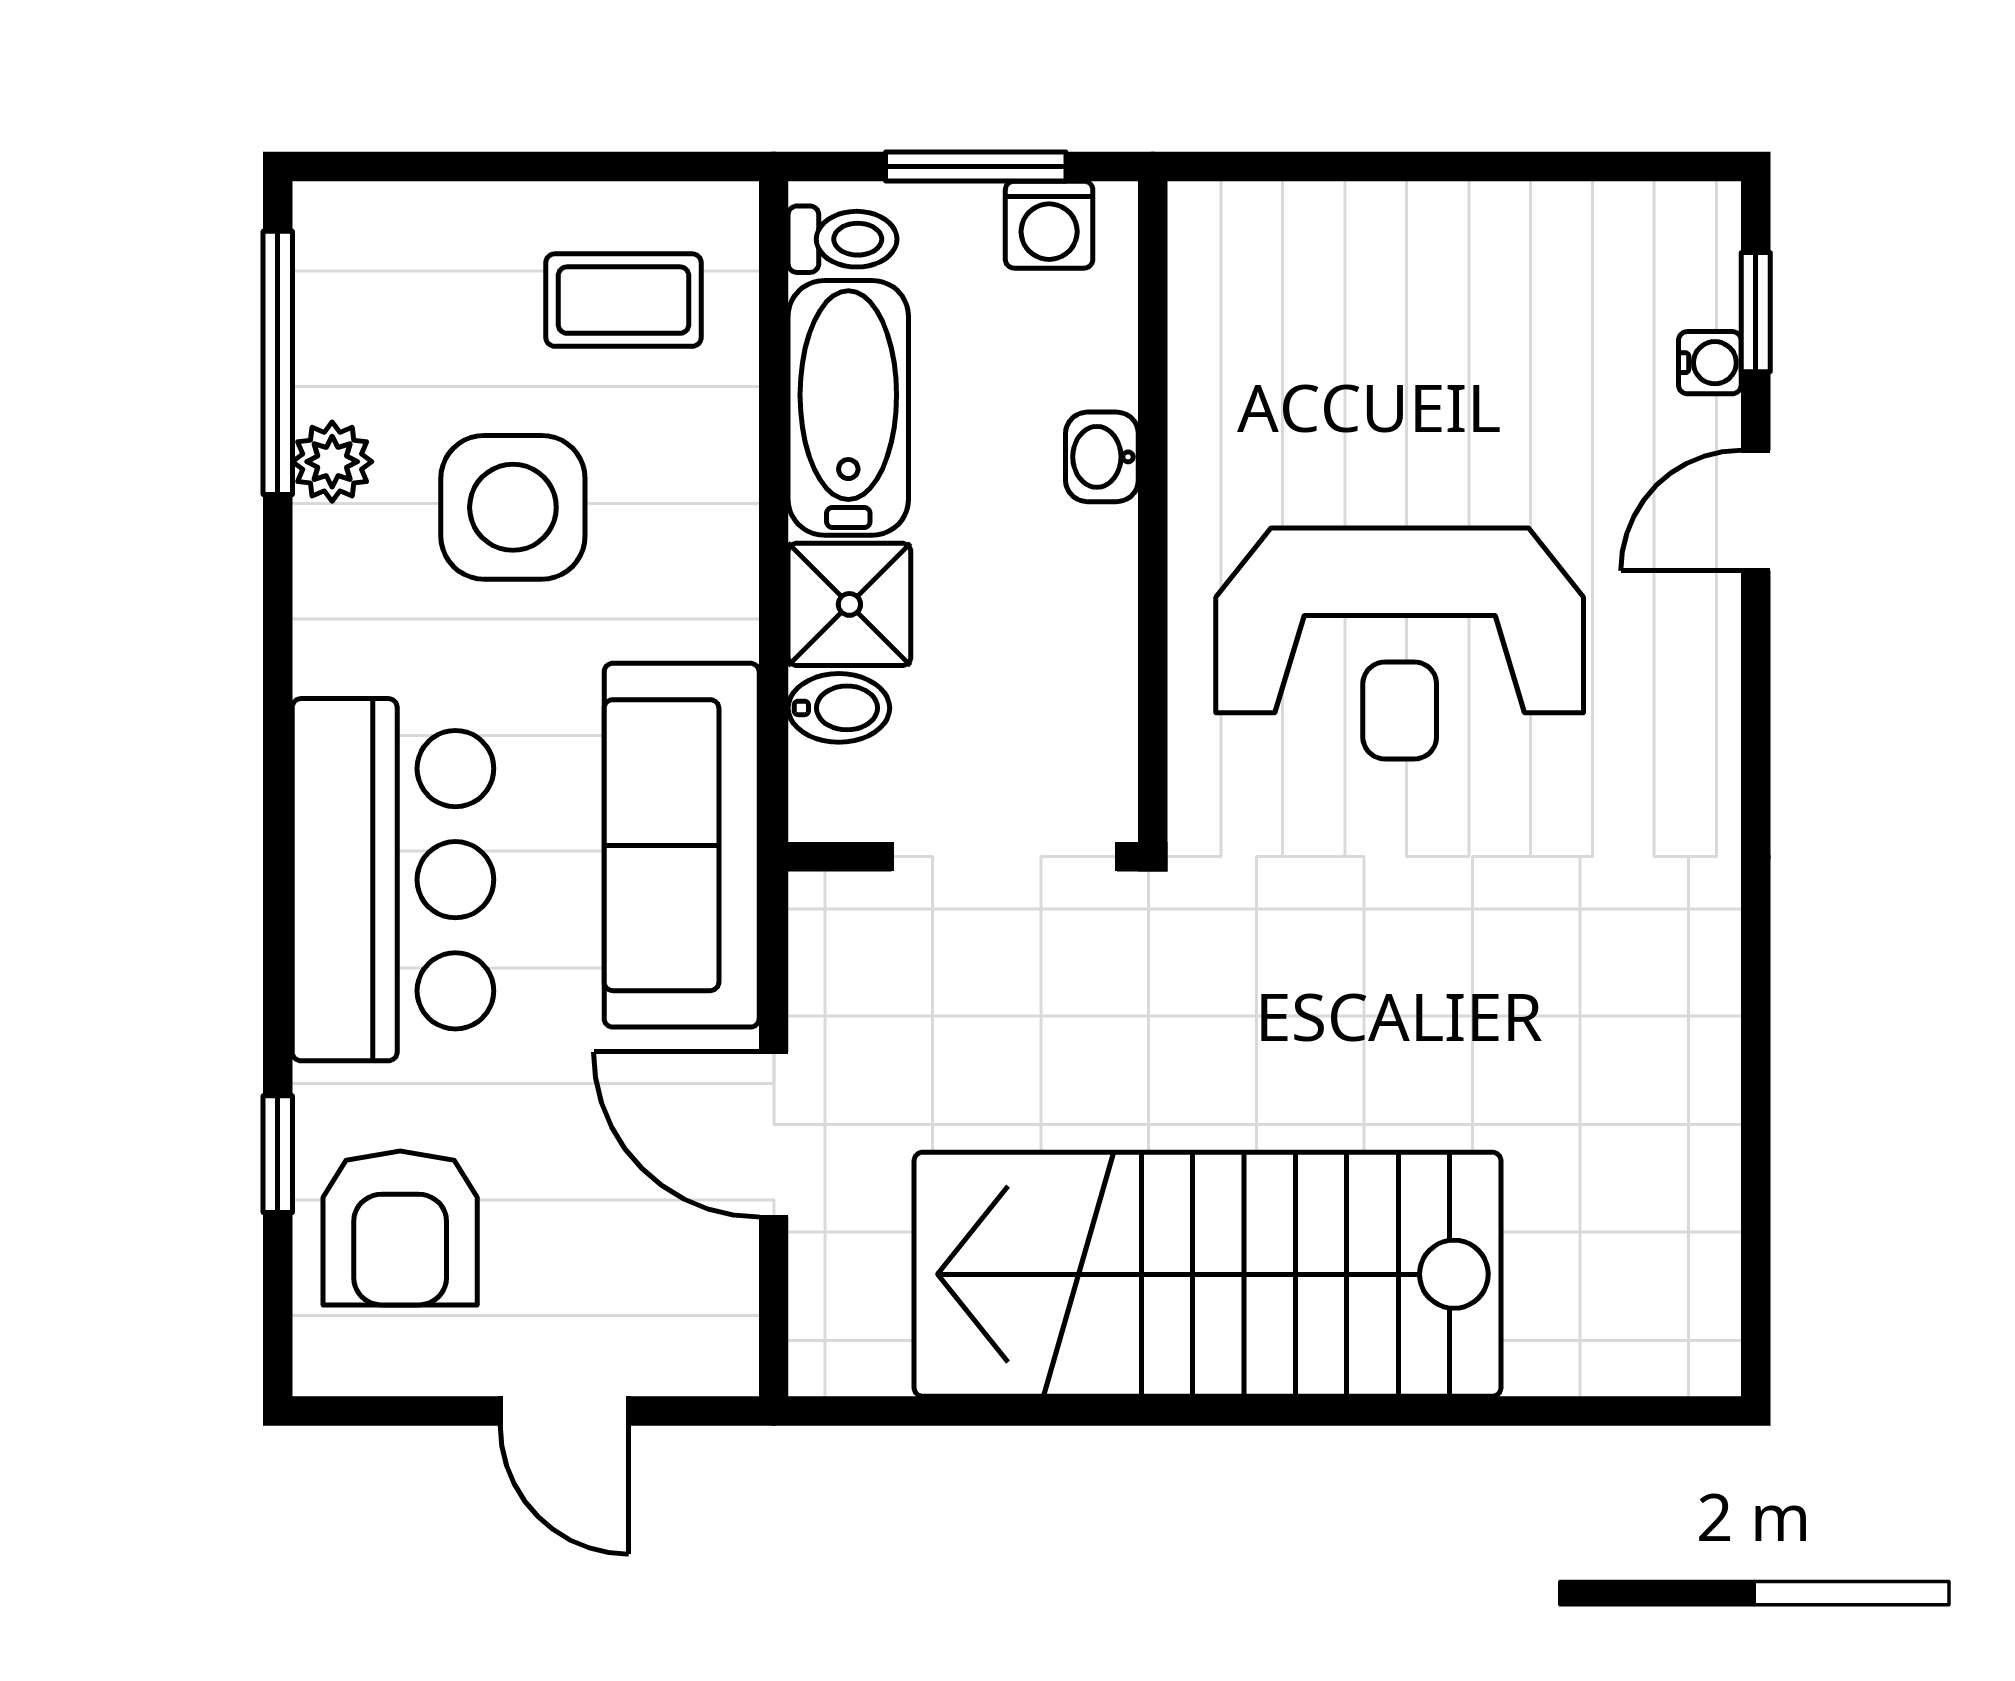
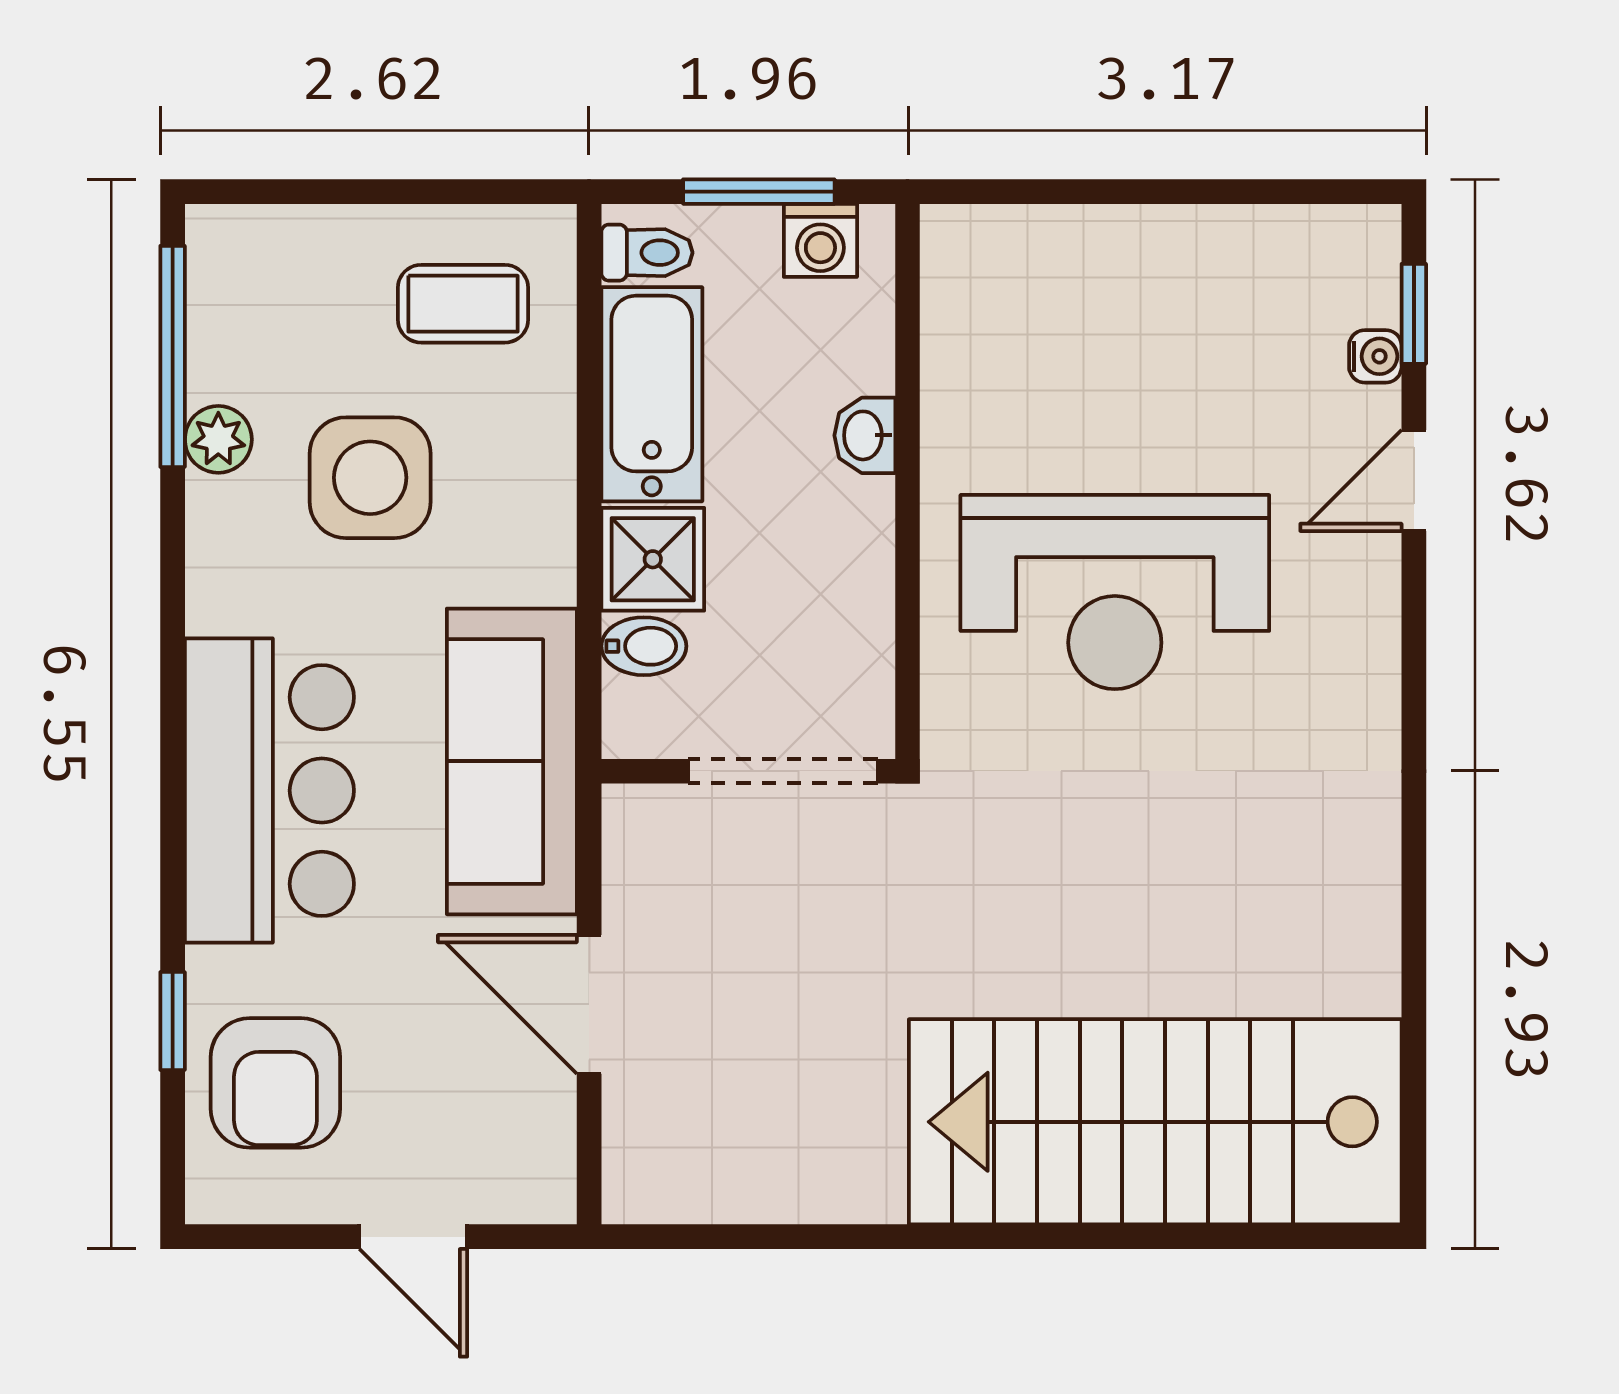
stairs: (1208, 1274) -> (1155, 1122), moved

